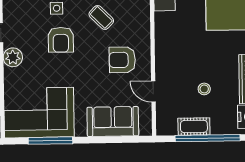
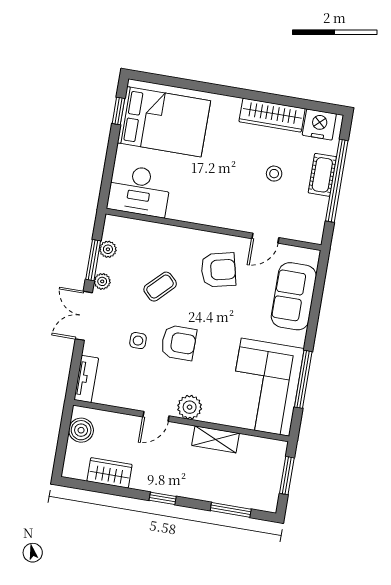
armchair: (122, 60) -> (218, 270), turned -103
cot: (194, 126) -> (322, 175), moved

